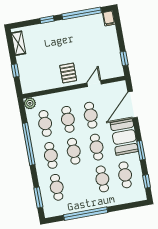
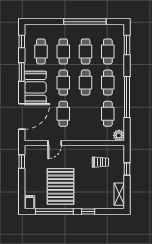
trolley: (44, 72) -> (100, 162), added
pallet: (68, 73) -> (61, 186), moved, width x2.05, depth x2.00
cafe table: (68, 119) -> (86, 51), moved

